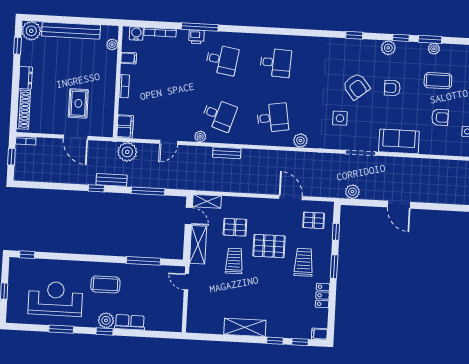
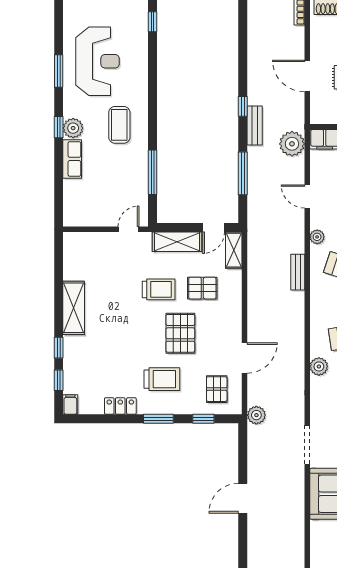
door: (76, 137) -> (307, 76), hinge flipped
plant: (352, 192) -> (256, 415), moved
pallet: (235, 227) -> (202, 288), turned 90

